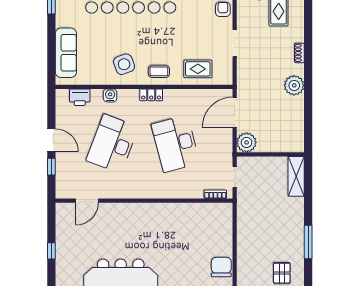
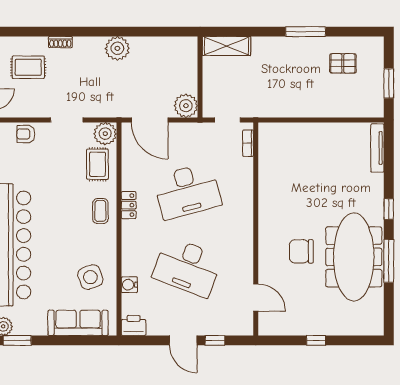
shoe rack: (299, 53) -> (60, 42), moved
side table: (124, 64) -> (90, 277), moved
plant: (223, 75) -> (105, 134), added
water cooler: (110, 95) -> (129, 285), moved
locker: (151, 95) -> (129, 205), moved
printer: (80, 97) -> (134, 326), moved, turned -90
door: (51, 140) -> (183, 340), swing flipped
chair: (221, 267) -> (301, 251), moved

